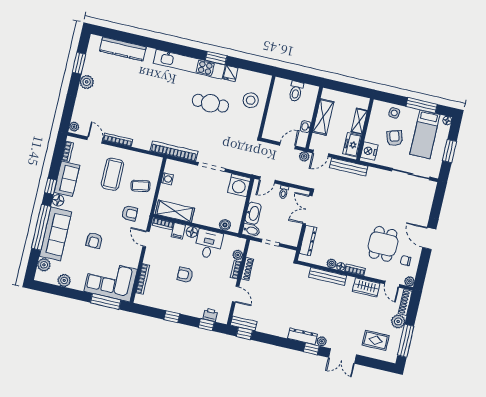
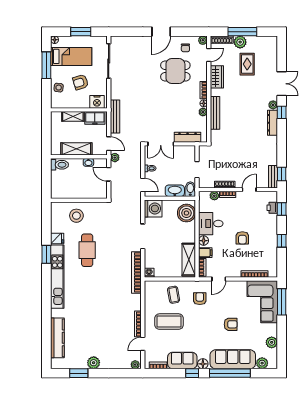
toilet: (296, 91) -> (60, 165), moved
washing machine: (167, 179) -> (149, 273), moved
boiler: (225, 225) -> (186, 213), width x1.86, depth x1.86
rug: (376, 340) -> (247, 64), moved
window: (406, 341) -> (242, 32), moved

